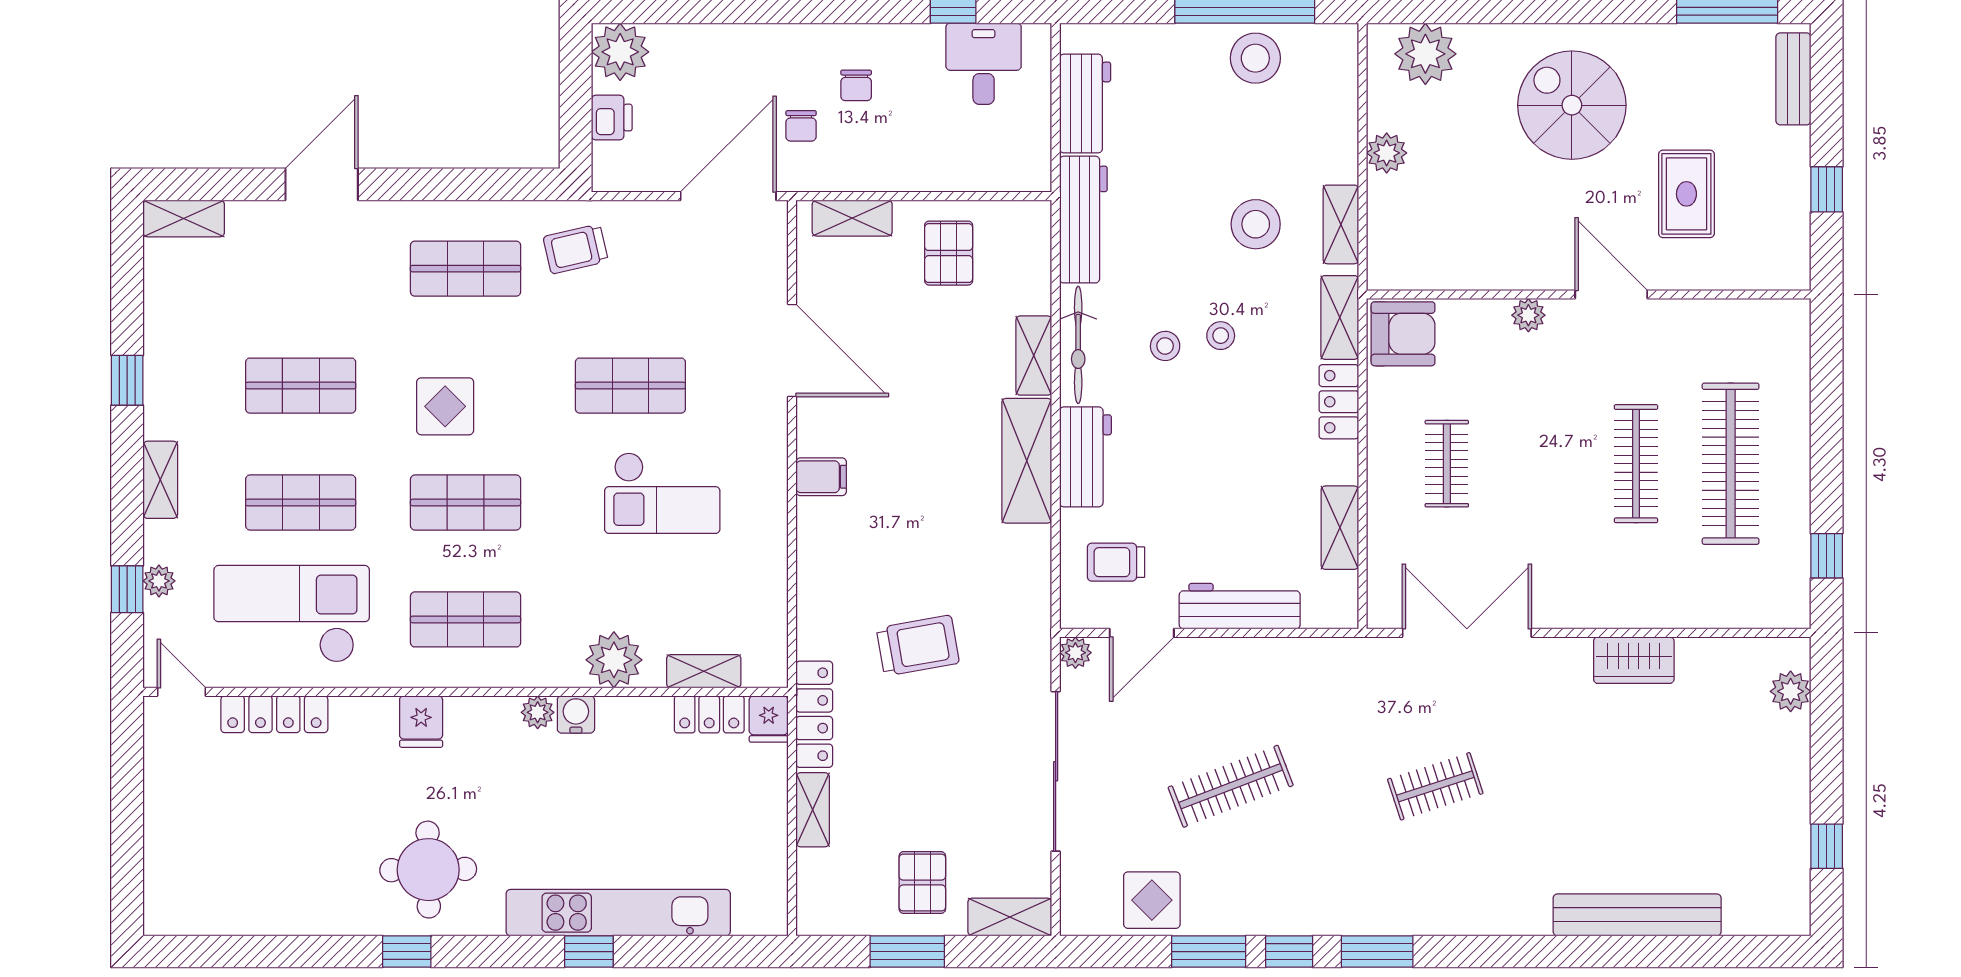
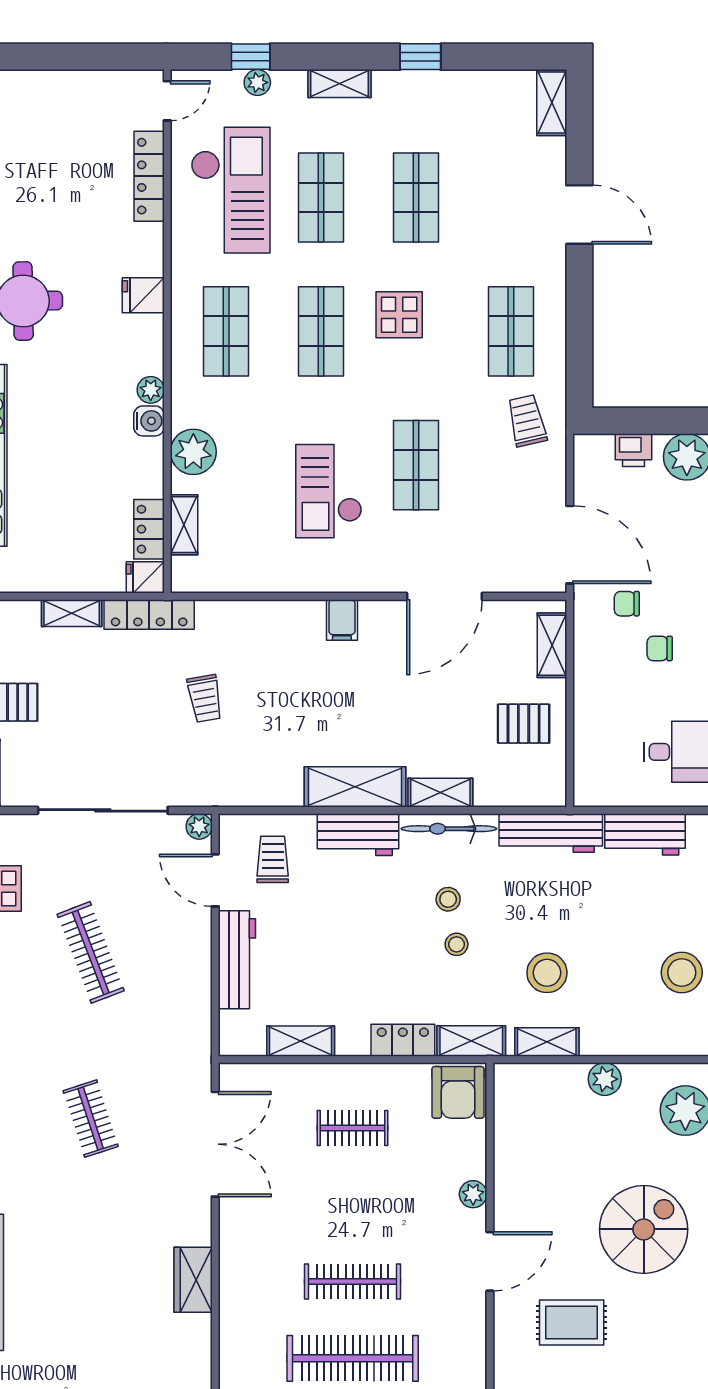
trolley: (918, 646) -> (205, 698), width x0.73, depth x0.72

